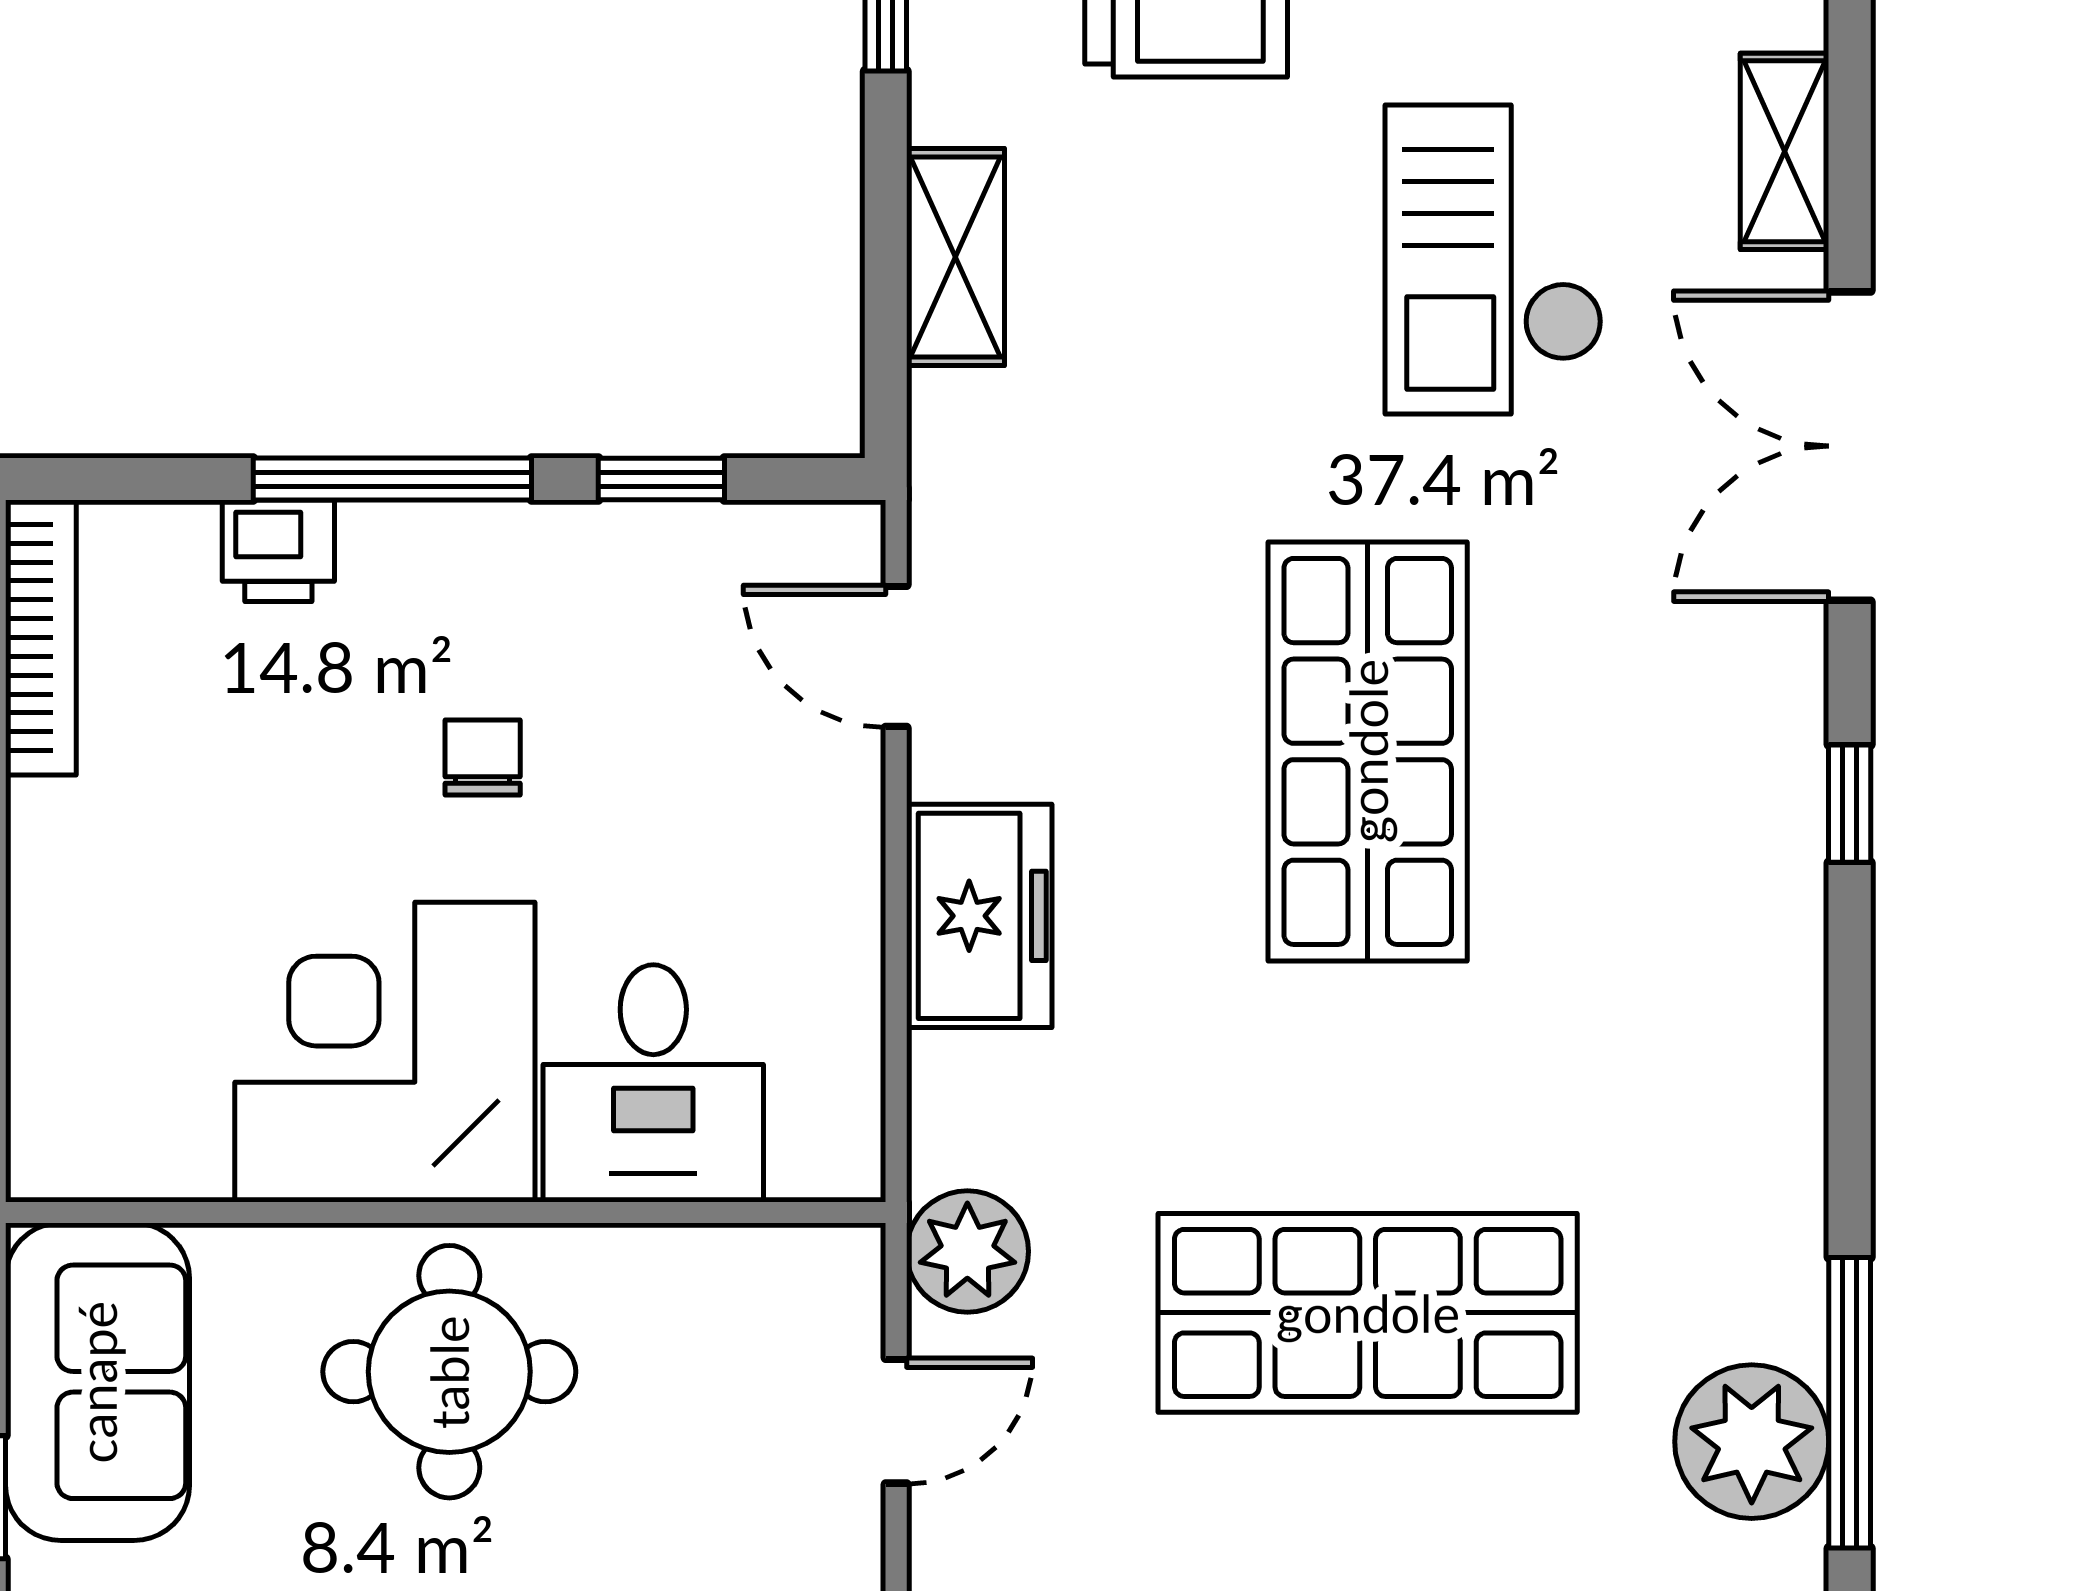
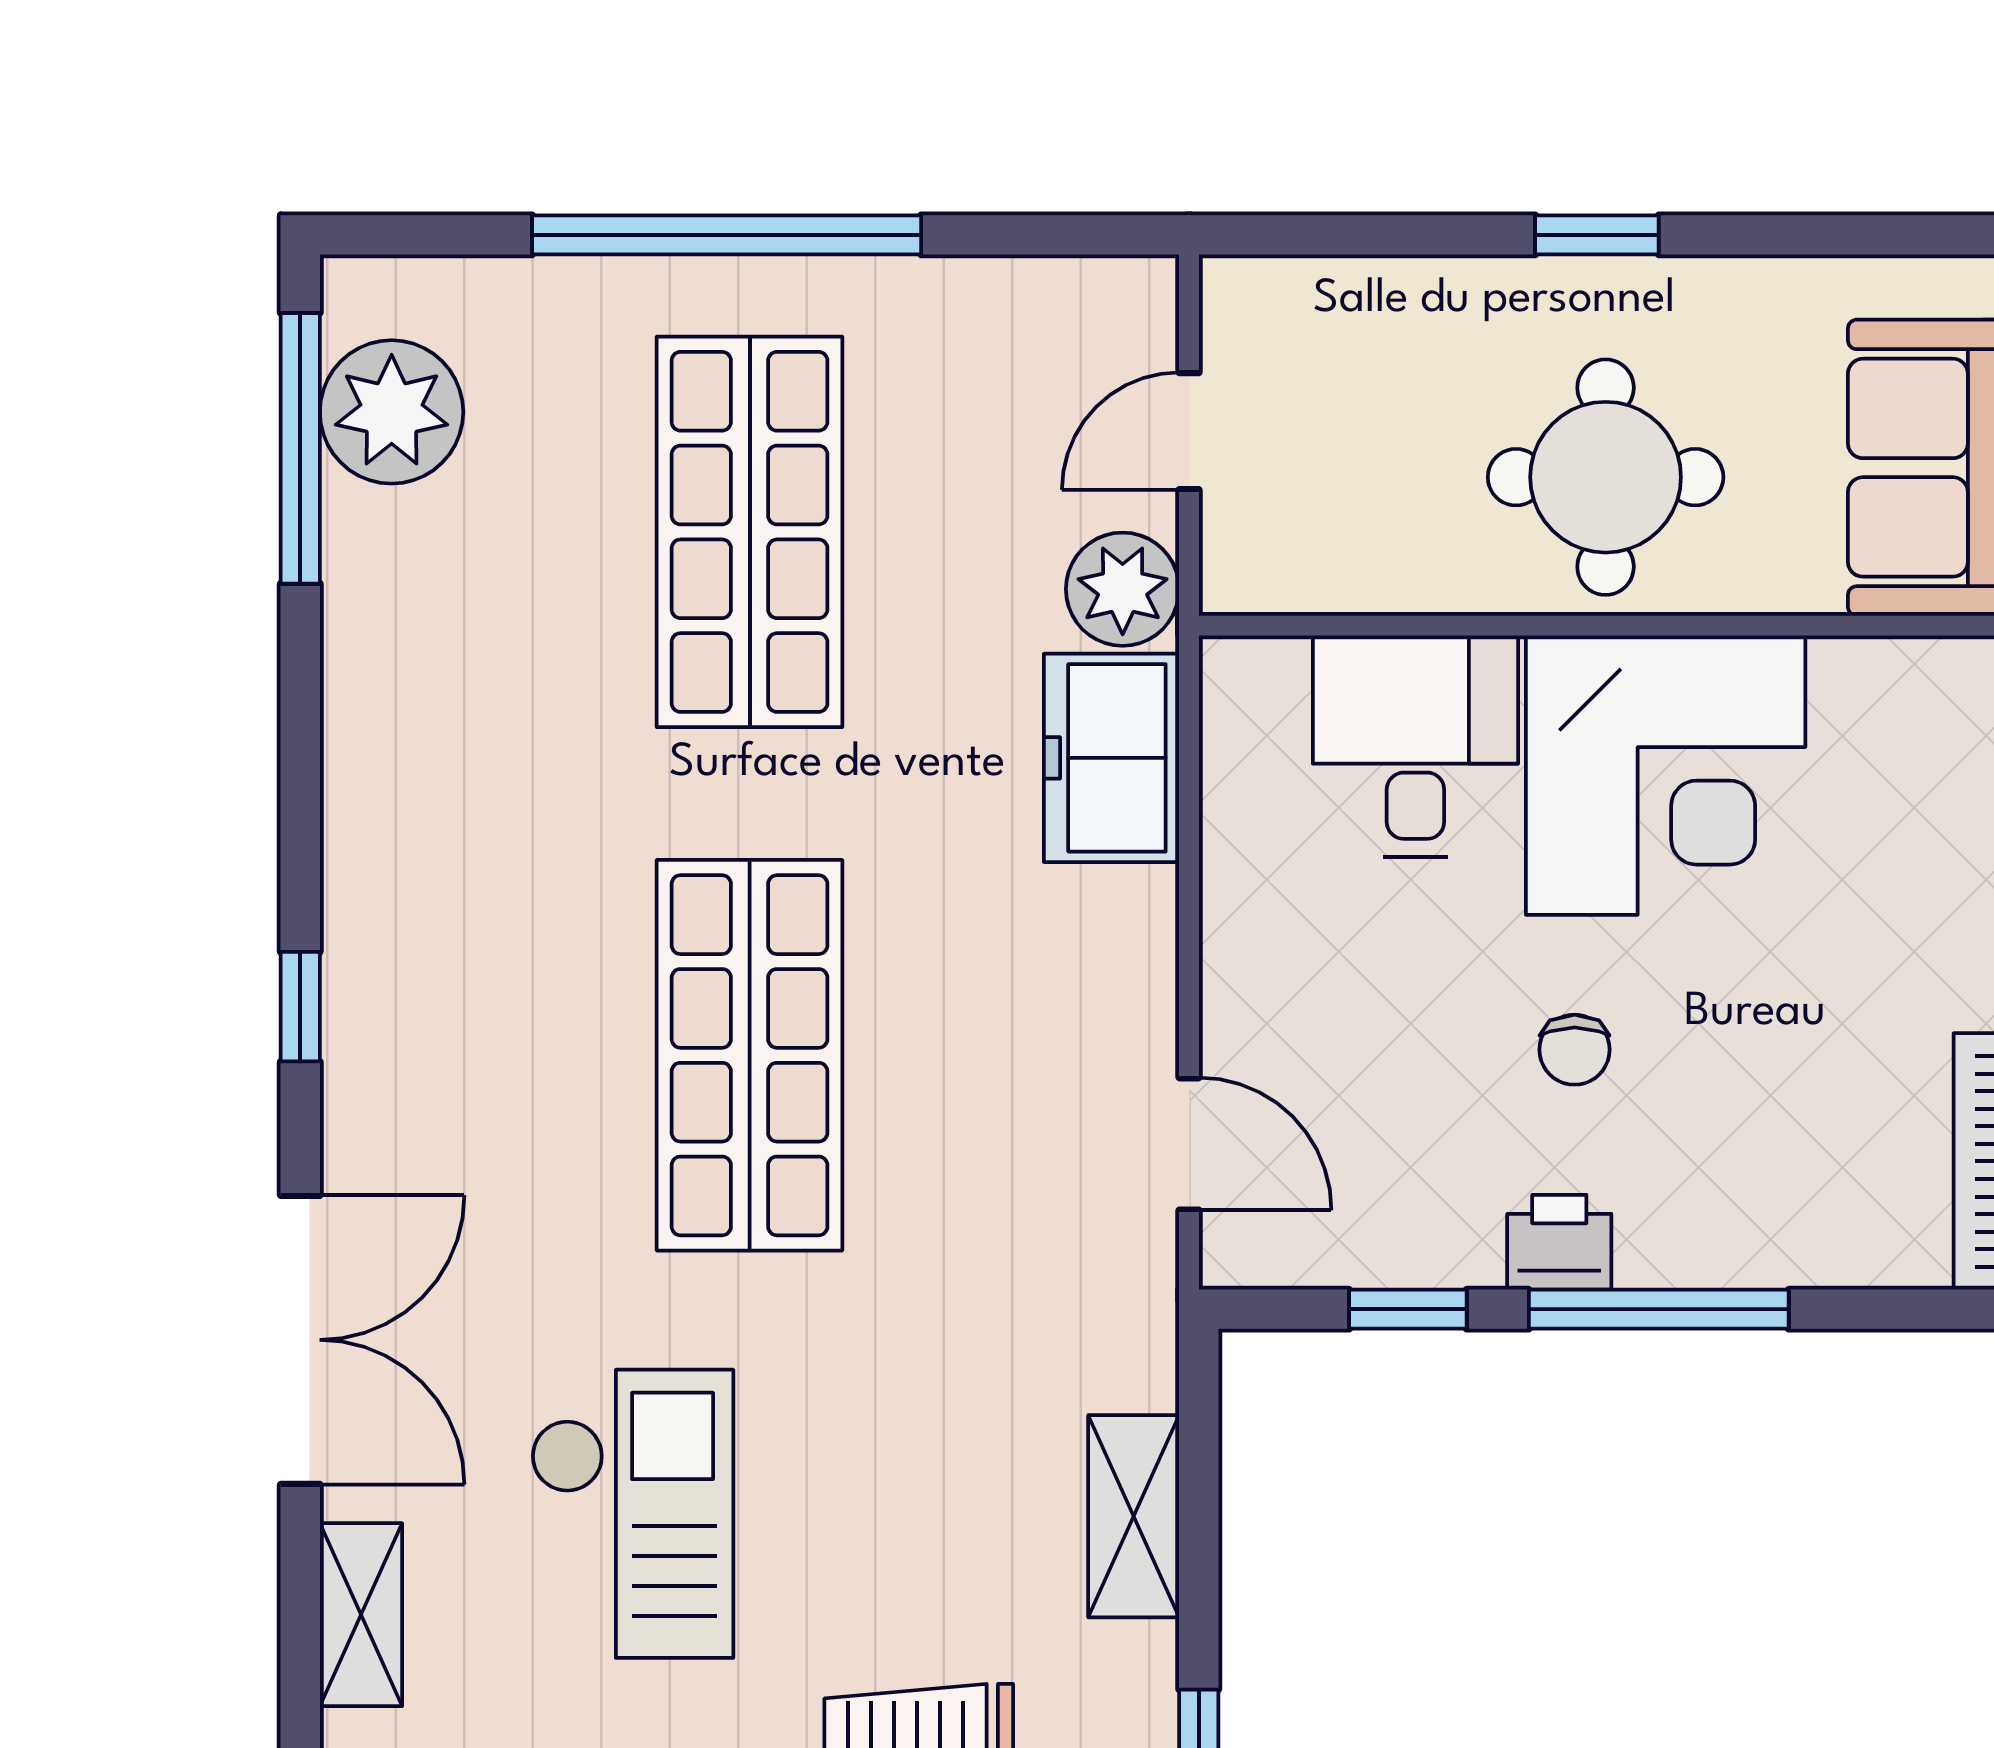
printer: (278, 551) -> (1559, 1242), moved
freezer: (979, 916) -> (1112, 758), moved
shop shelf: (1368, 1313) -> (750, 532), turned 90

